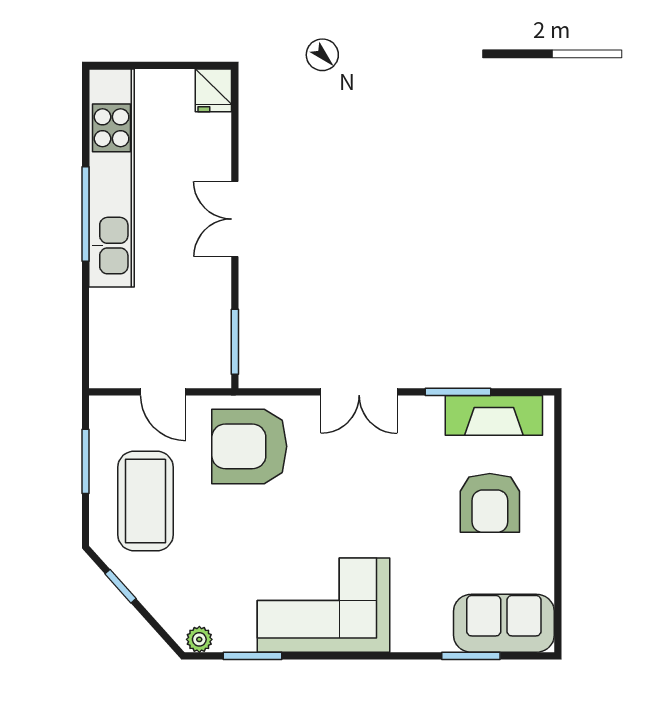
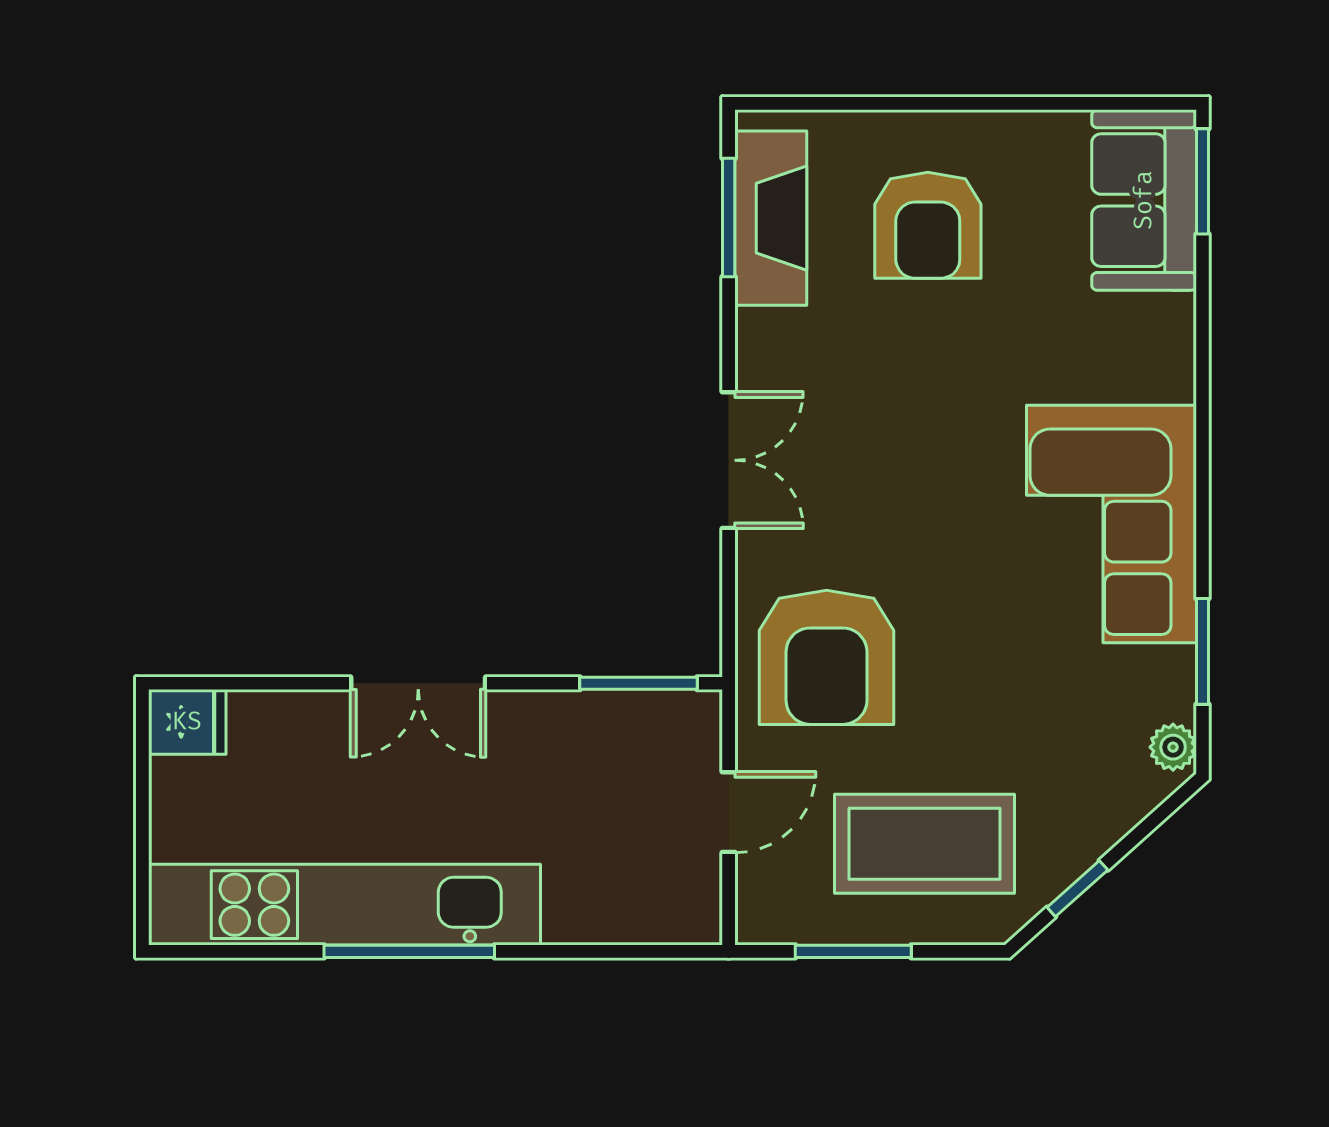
window: (458, 392) -> (729, 218), moved
armchair: (490, 503) -> (928, 225), turned 90
window: (471, 656) -> (1203, 181), moved

